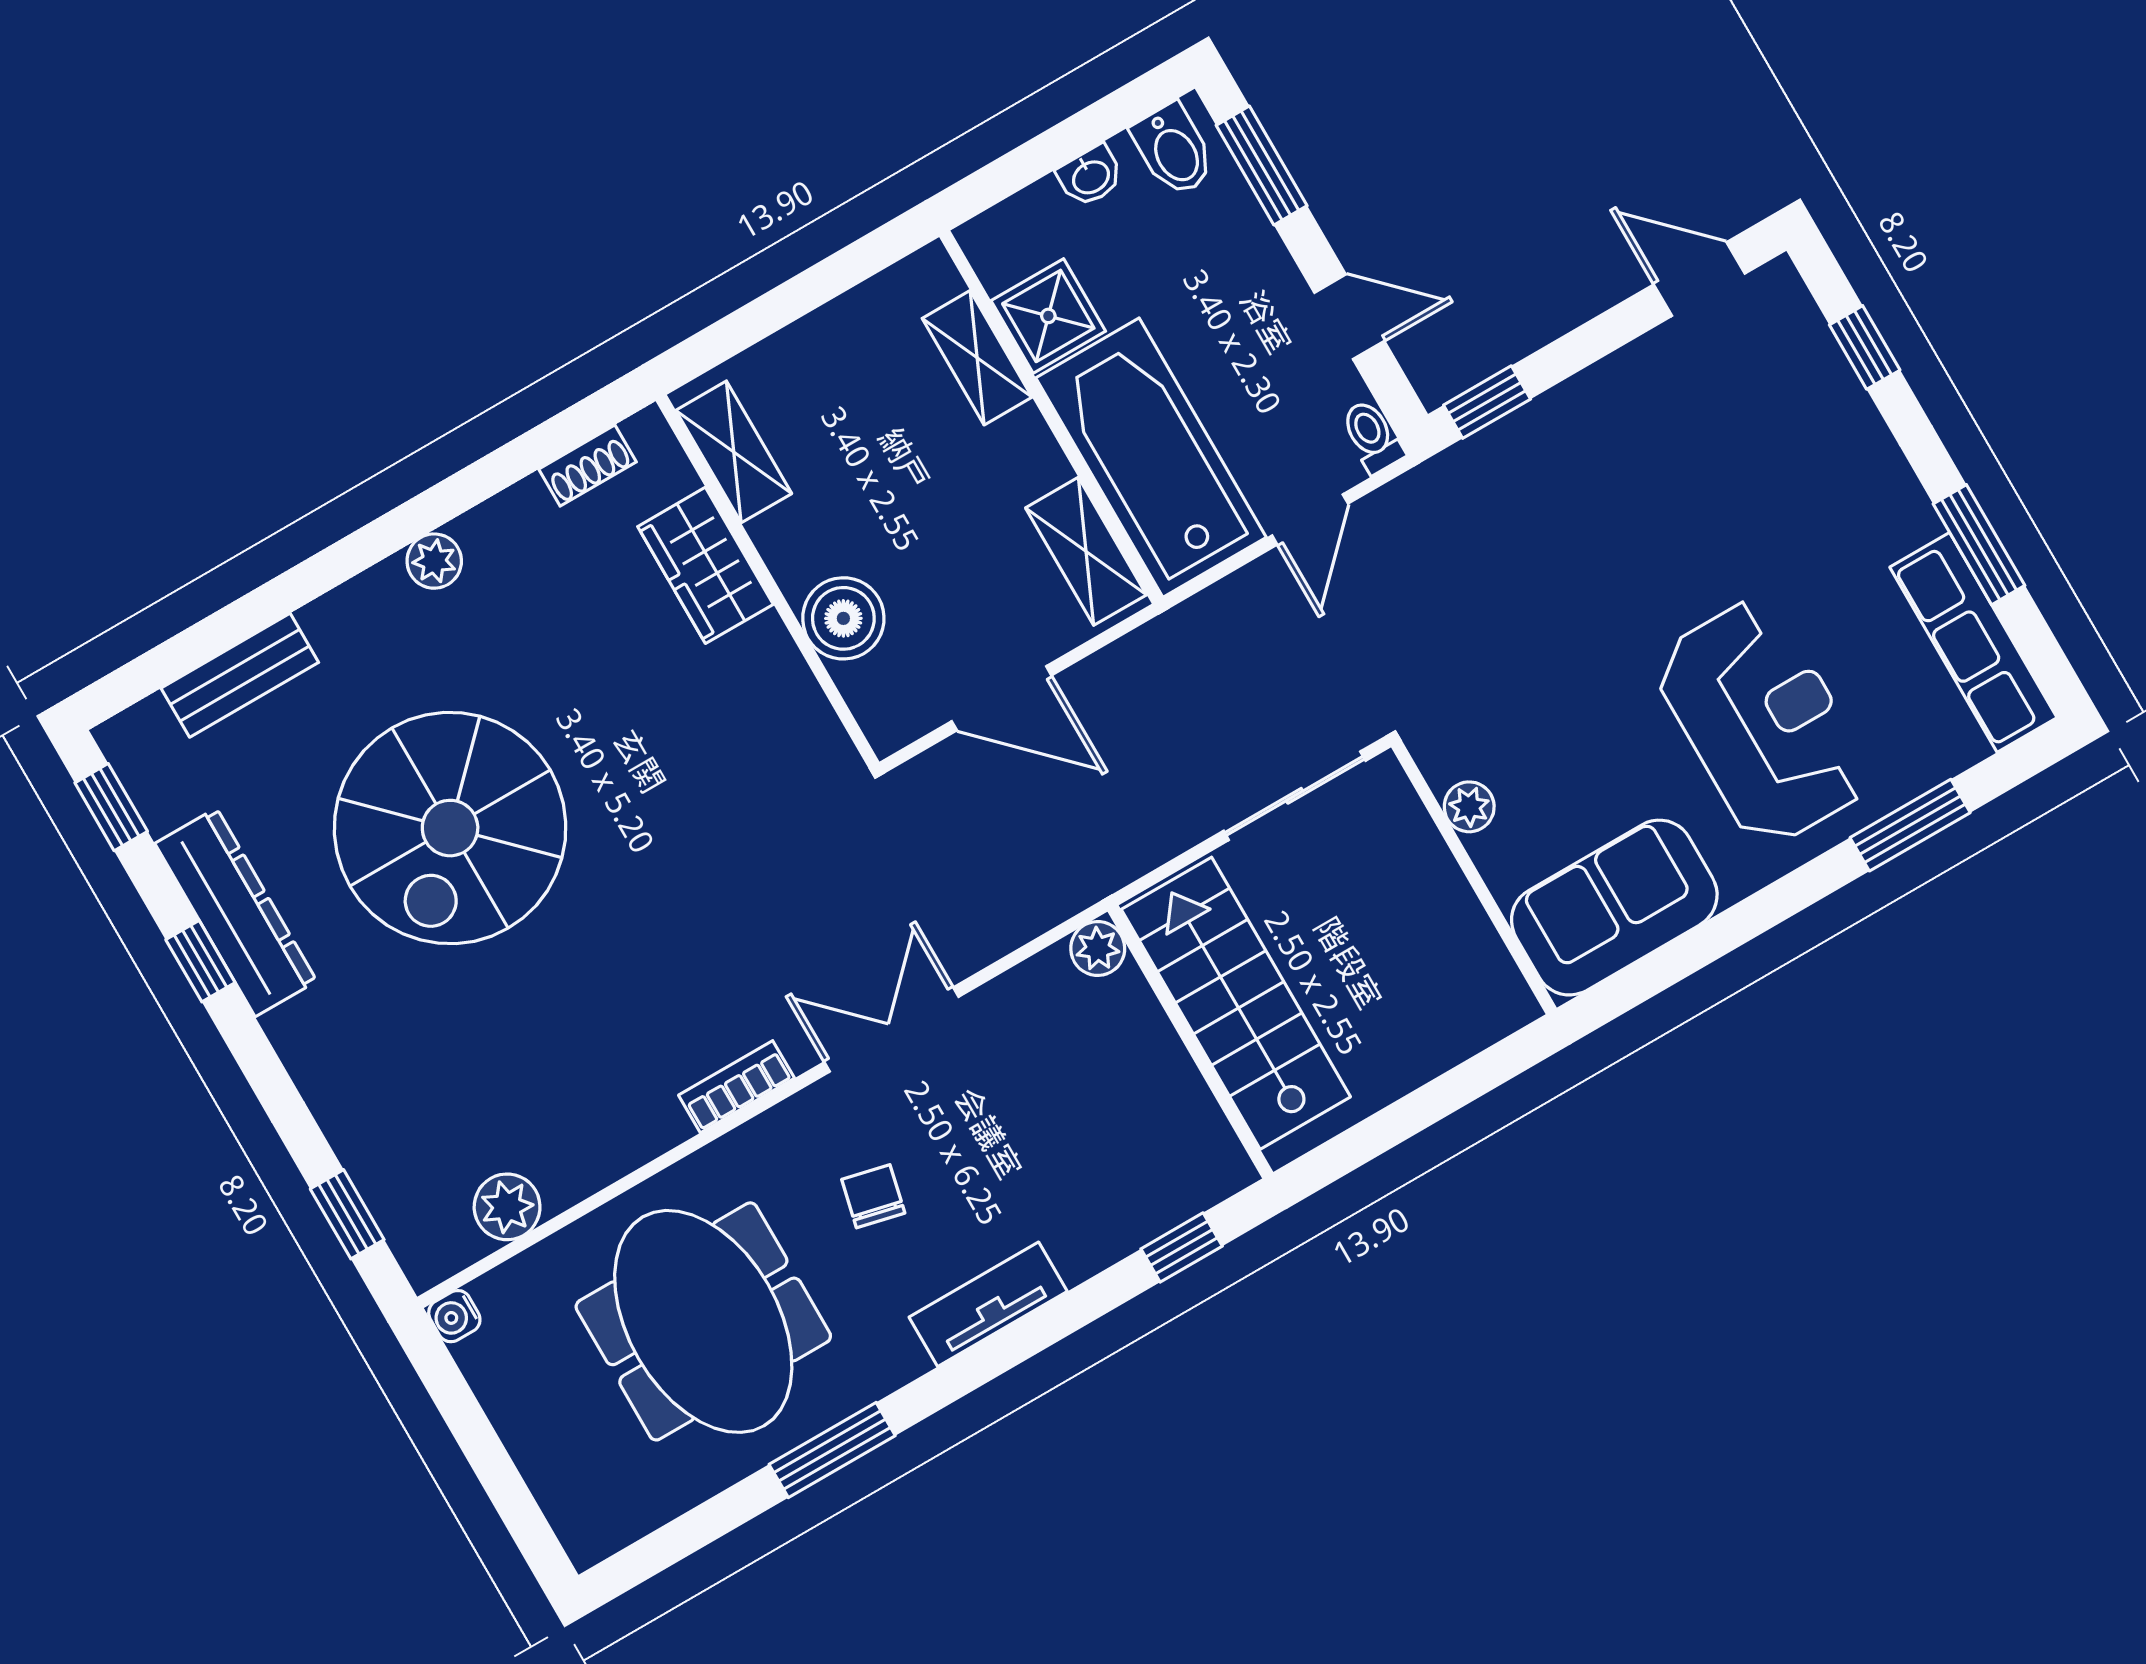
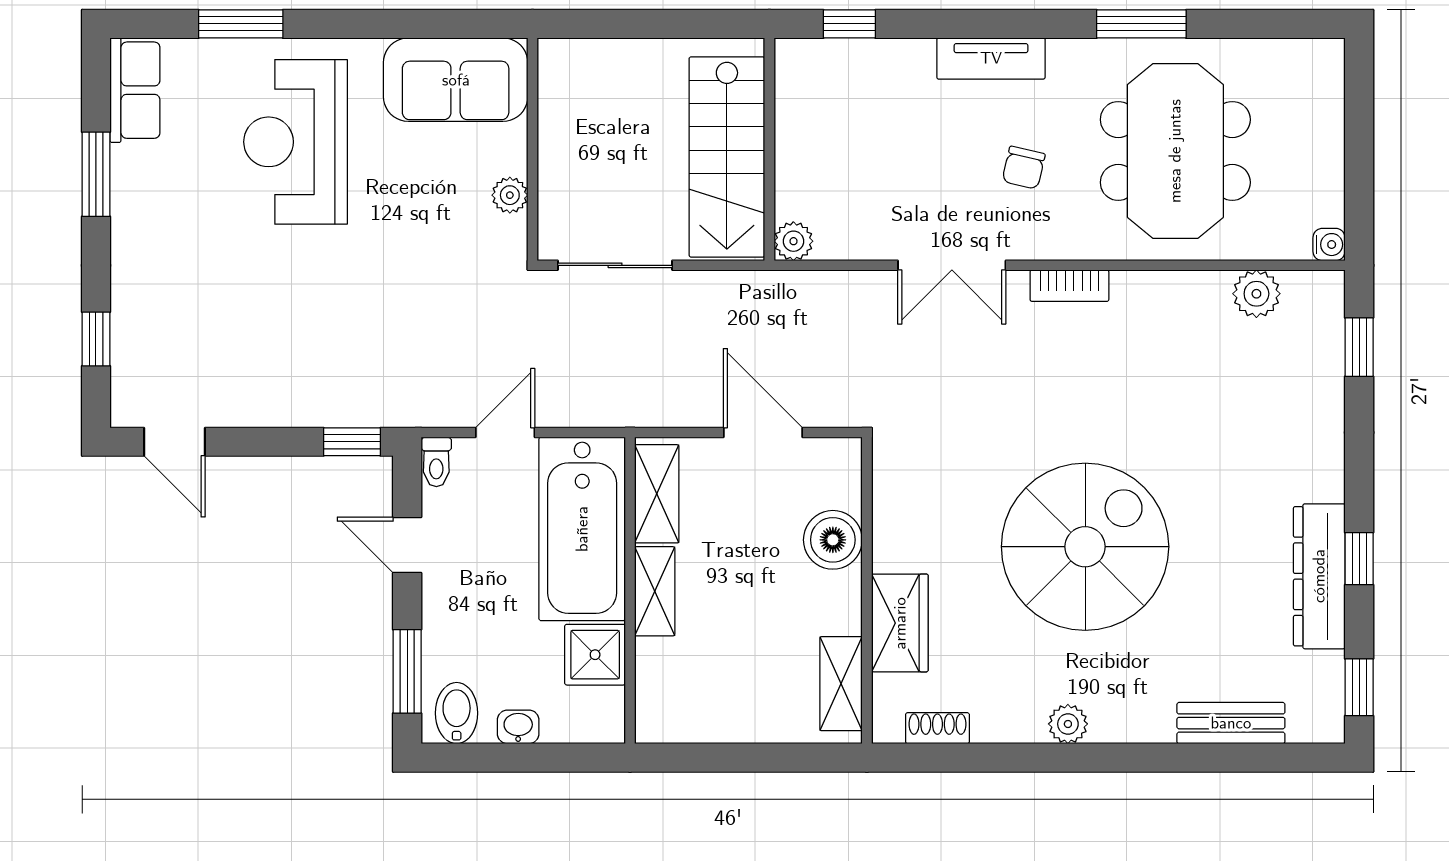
shelving: (977, 358) -> (655, 591), moved
row of seats: (1973, 642) -> (135, 90), width x0.68
spiral stairs: (450, 828) -> (1085, 547), moved

